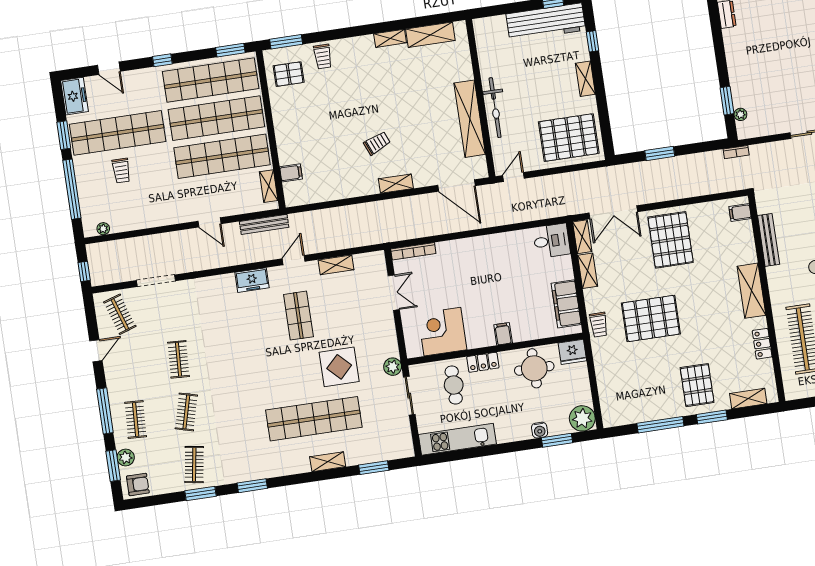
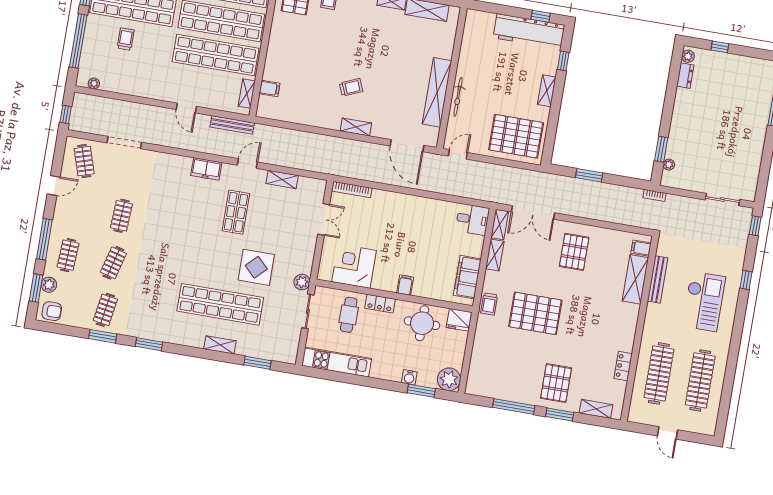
bicycle: (495, 108) -> (458, 97), width x0.73, depth x0.71
trolley: (121, 171) -> (126, 39), turned 180
pallet: (671, 240) -> (574, 252), width x0.73, depth x0.71
shelving: (751, 291) -> (635, 279), moved

